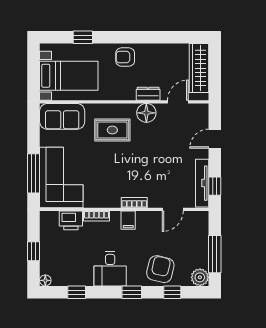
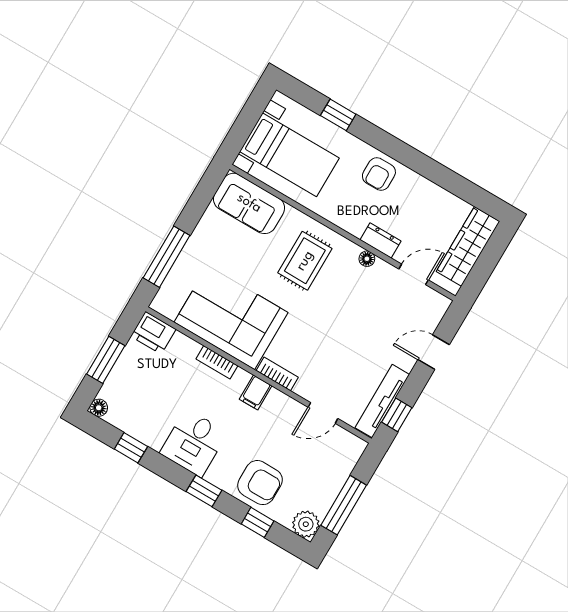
armchair: (125, 57) -> (379, 174), turned -90
floor lamp: (146, 113) -> (367, 259), width x0.53, depth x0.53
rug: (112, 130) -> (305, 261), turned 90
corner sofa: (61, 177) -> (231, 317), moved, turned -90
printer: (71, 220) -> (153, 333), moved
window: (34, 251) -> (106, 360), width x1.50
armchair: (160, 269) -> (260, 483), turned 77

